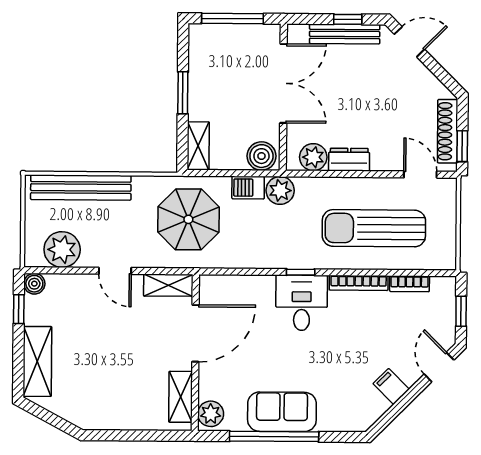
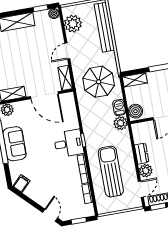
plant: (313, 157) -> (146, 171), moved
door: (439, 367) -> (50, 215), hinge flipped
filing cabinet: (391, 386) -> (21, 184), moved

